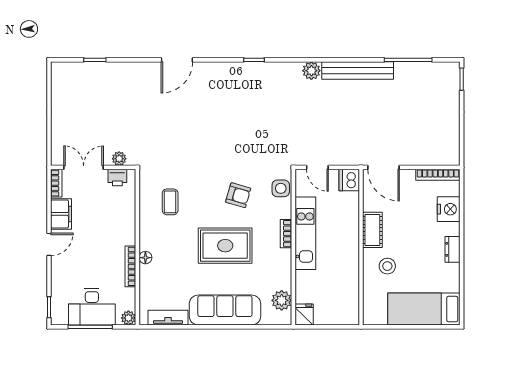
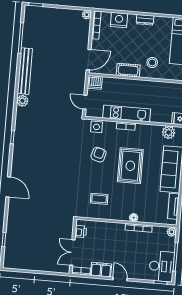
plant: (119, 159) -> (87, 15), moved
door: (317, 167) -> (85, 102), swing flipped
desk: (92, 307) -> (162, 266), moved

